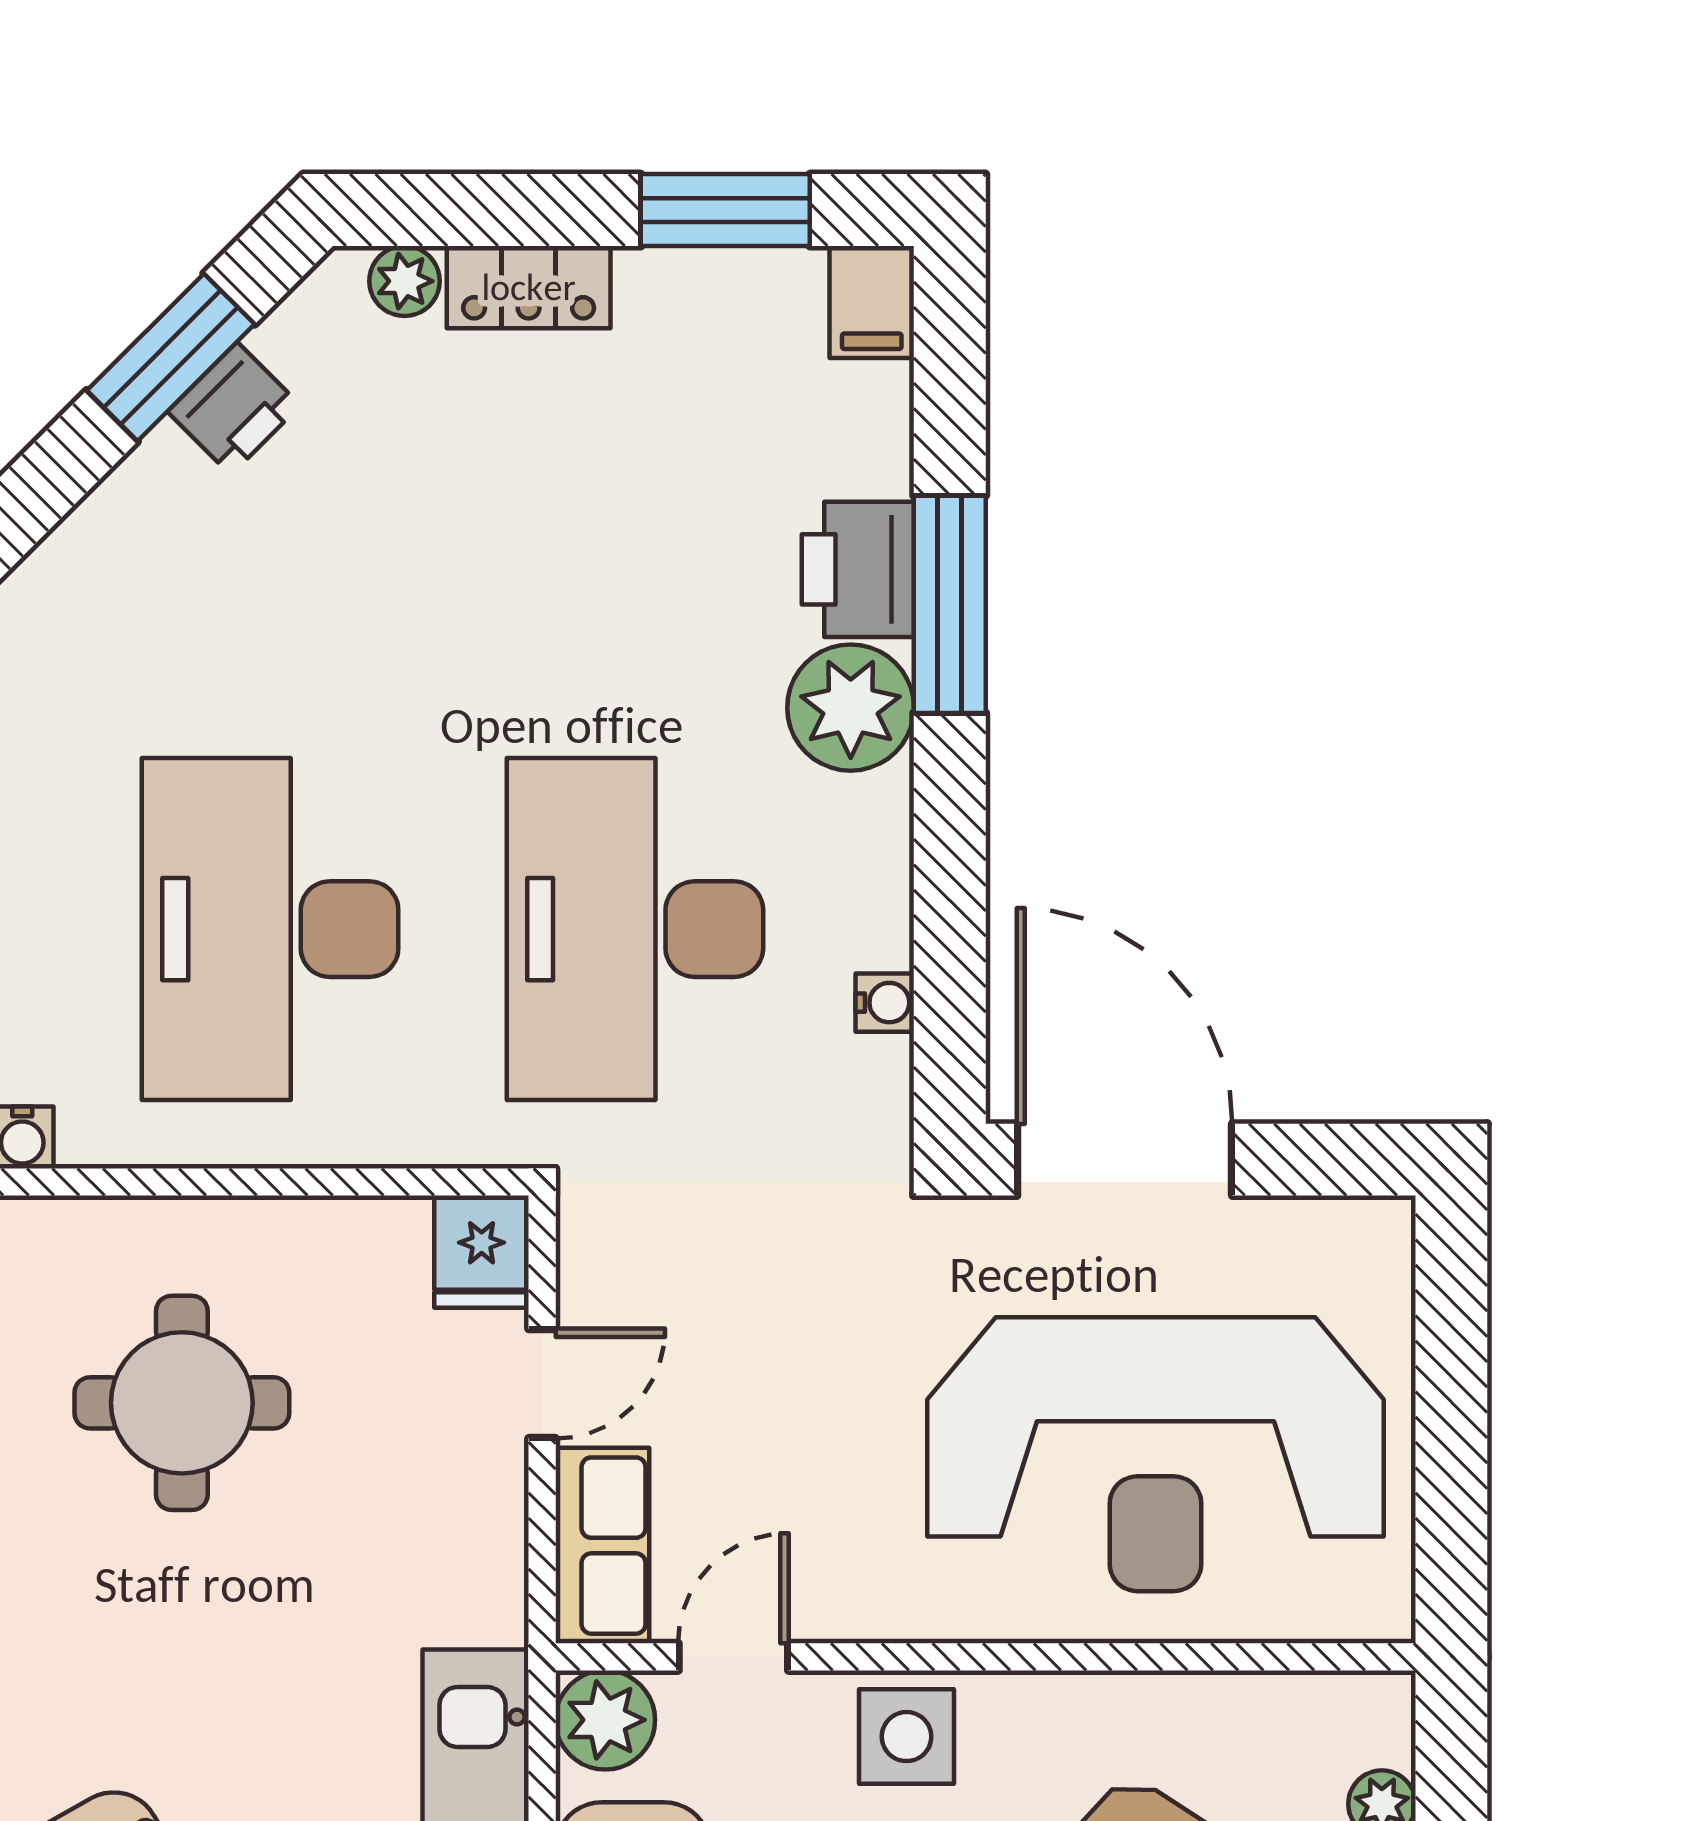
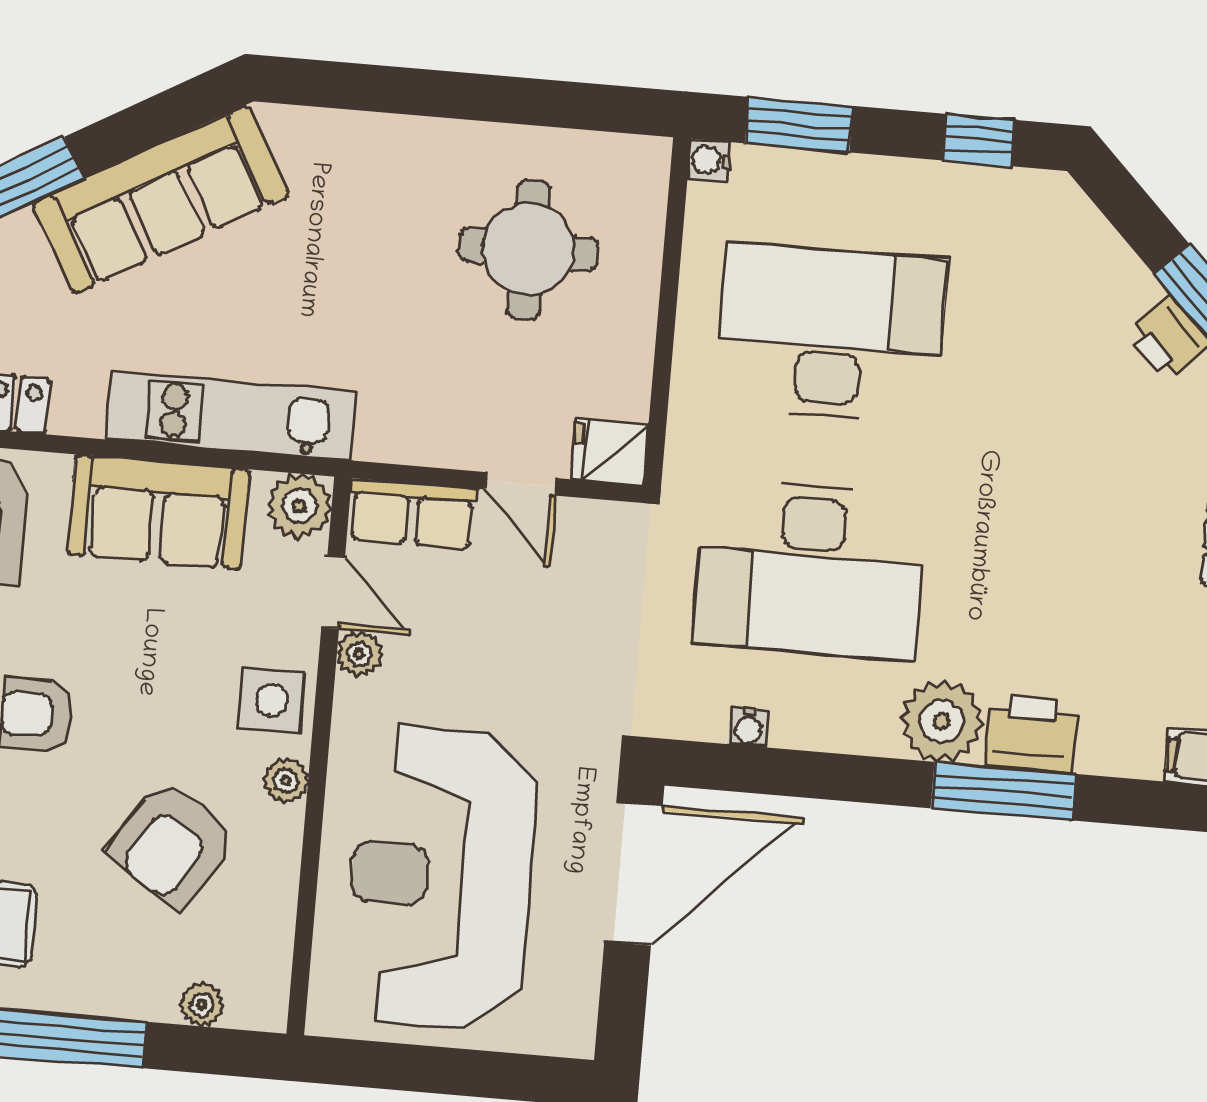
desk: (635, 929) -> (810, 569), turned 180
plant: (824, 1608) -> (359, 654), added
plant: (1028, 1705) -> (286, 781), added

